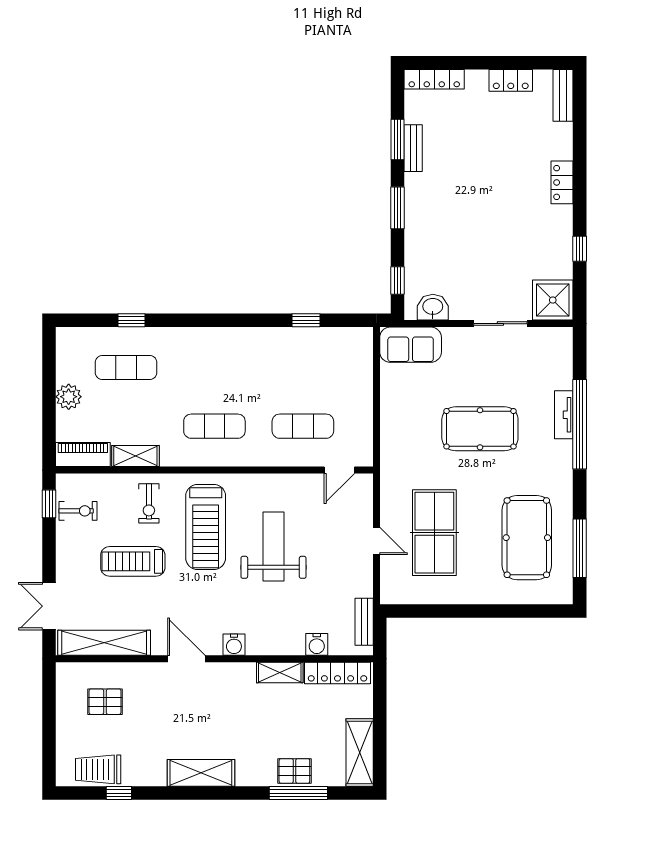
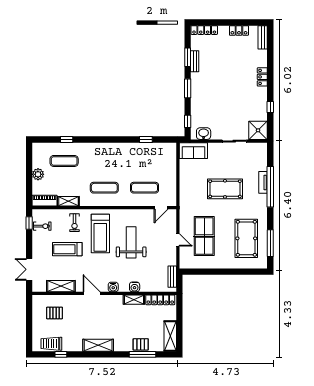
shelving: (104, 643) -> (61, 286), width x0.68
water cooler: (317, 644) -> (135, 287), moved

